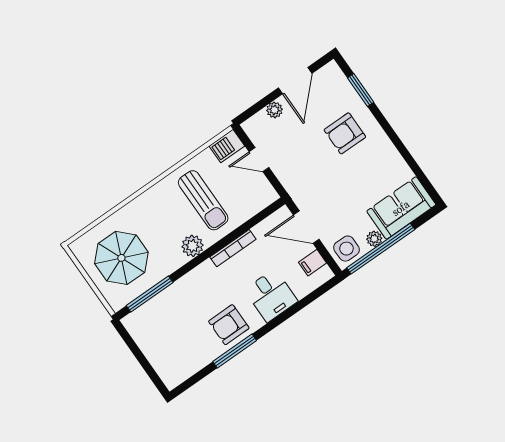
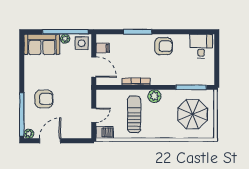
window: (361, 90) -> (22, 114), width x2.11
plant: (275, 110) -> (29, 134), moved
door: (259, 160) -> (94, 115), hinge flipped
desk: (271, 295) -> (201, 46), moved
window: (235, 351) -> (138, 32), moved

